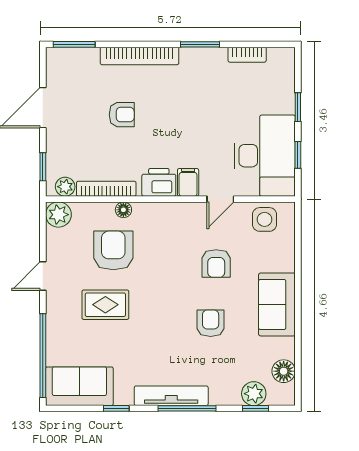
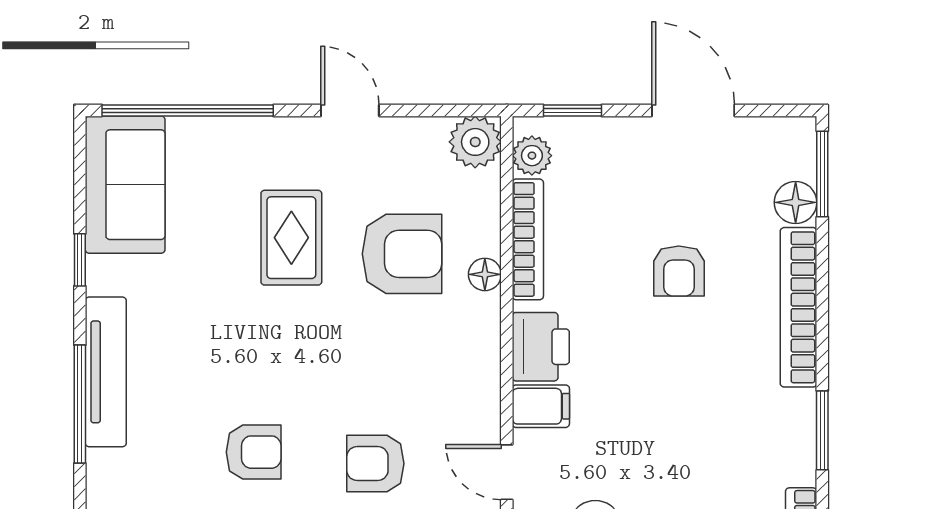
floor lamp: (88, 57) -> (796, 202), added

